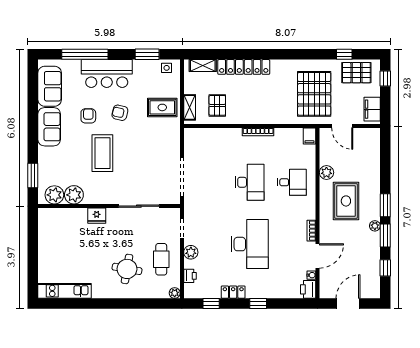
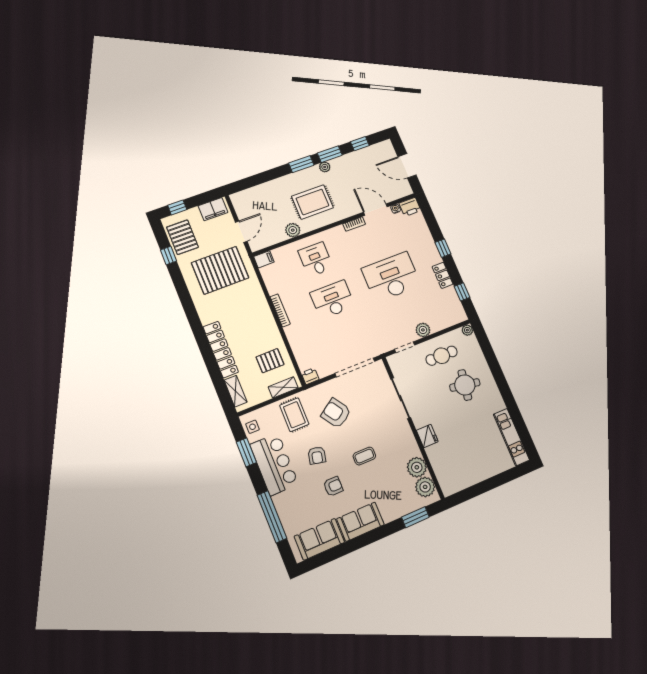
bar counter: (107, 74) -> (274, 464), moved
armchair: (88, 116) -> (333, 486), turned 180
armchair: (149, 144) -> (336, 413), added
coffee table: (102, 153) -> (364, 456), width x0.54, depth x0.58
printer: (190, 276) -> (310, 376), moved

